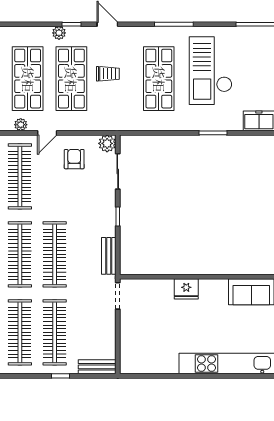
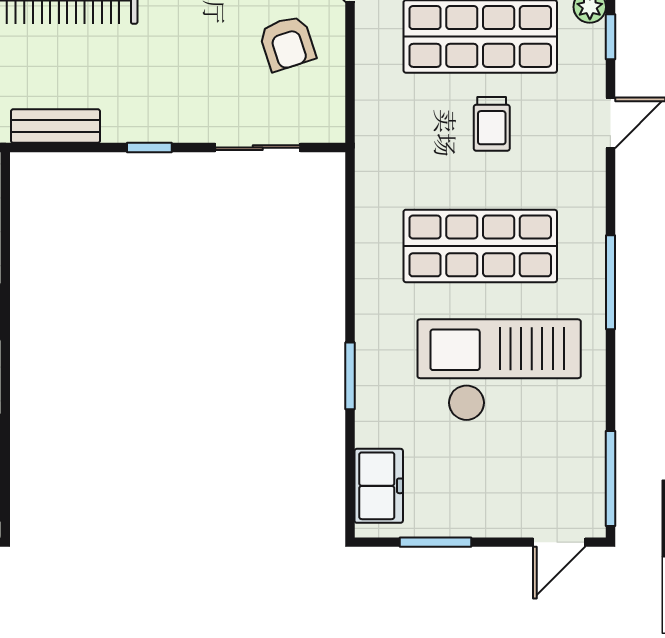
plant: (107, 143) -> (325, 122), removed
armchair: (74, 159) -> (287, 43), turned 72

